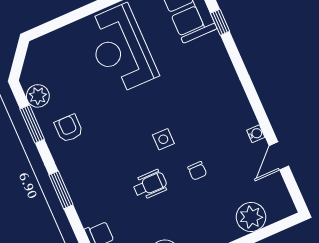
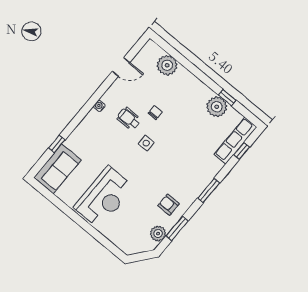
armchair: (69, 128) -> (169, 205), turned 90
water cooler: (256, 134) -> (99, 106), moved
wheelchair: (150, 185) -> (129, 119), moved

